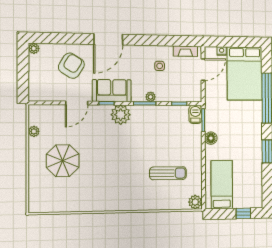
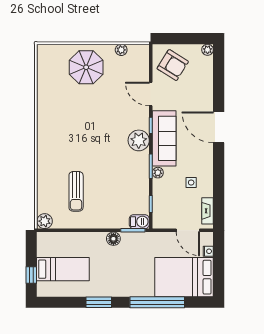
armchair: (71, 66) -> (173, 65), moved
sofa: (112, 91) -> (164, 138), width x1.36
parasol: (63, 161) -> (86, 67), moved
bed: (222, 185) -> (63, 269), moved

